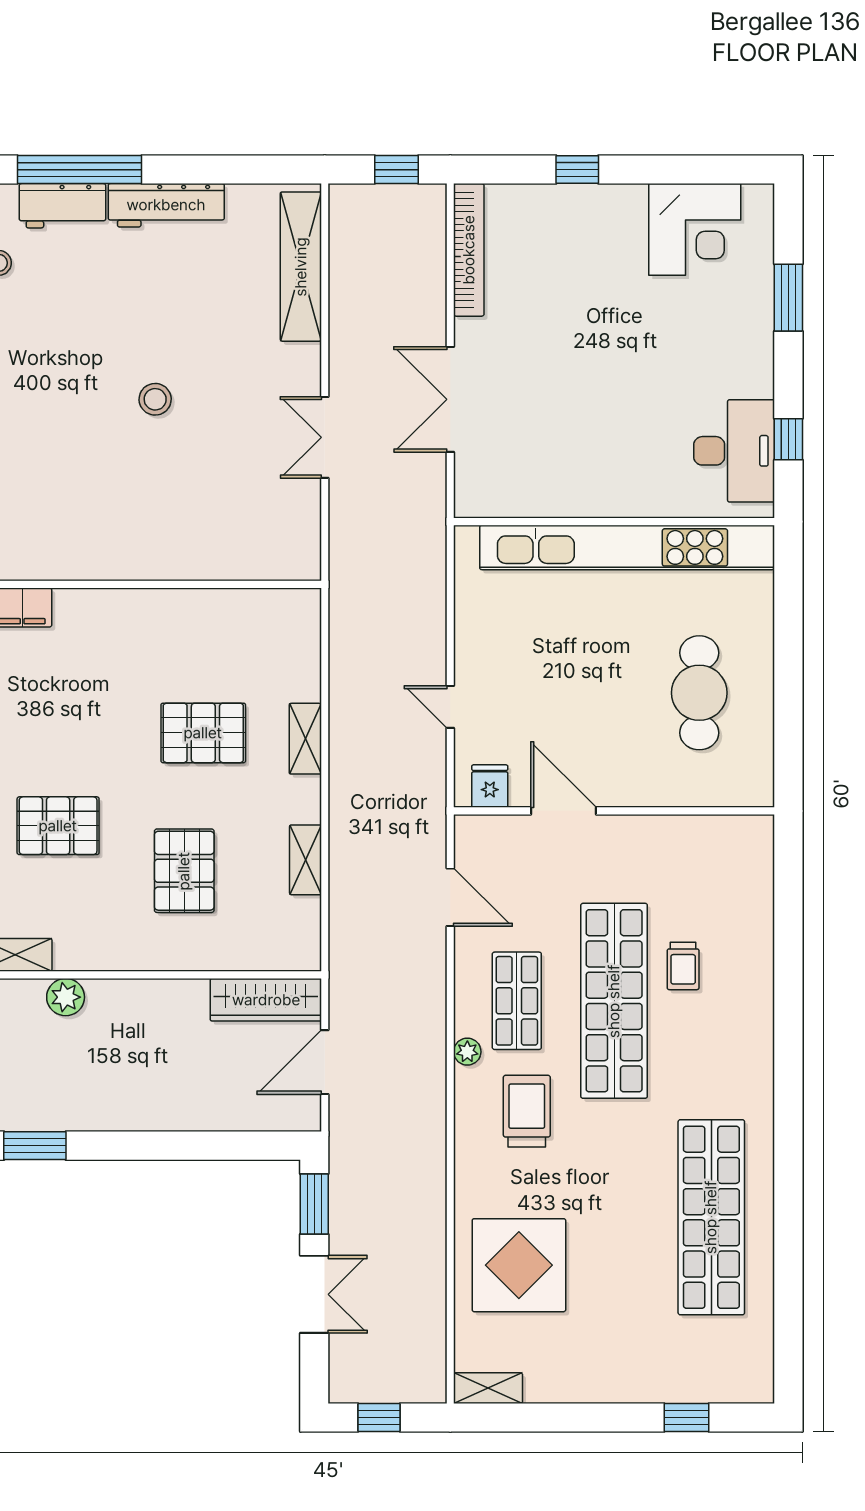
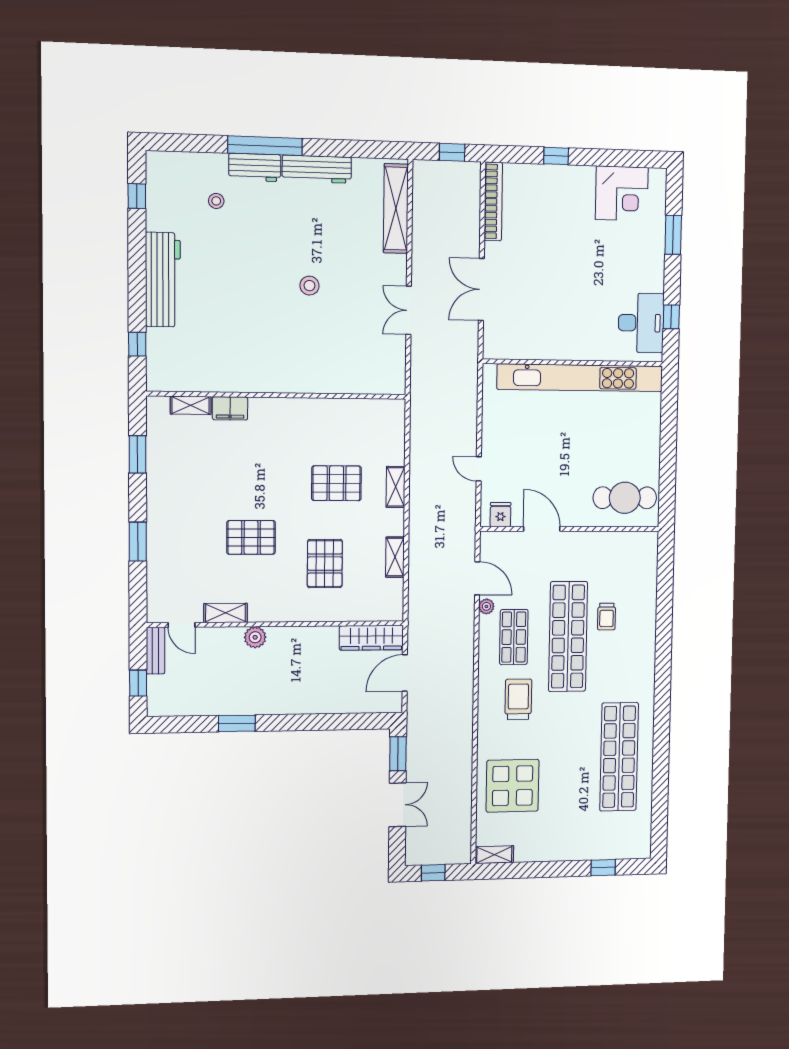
cafe table: (699, 693) -> (625, 498), moved, turned 90
plant: (467, 1052) -> (486, 606), moved

